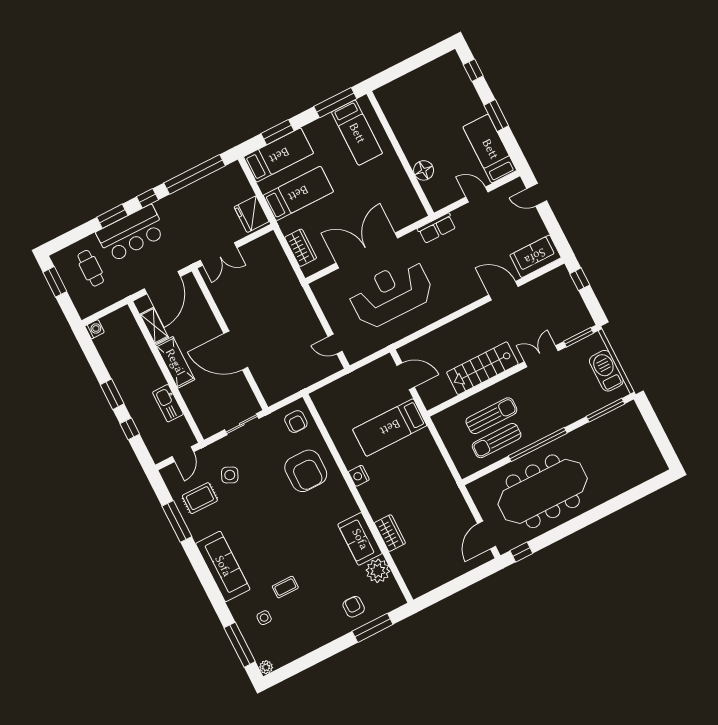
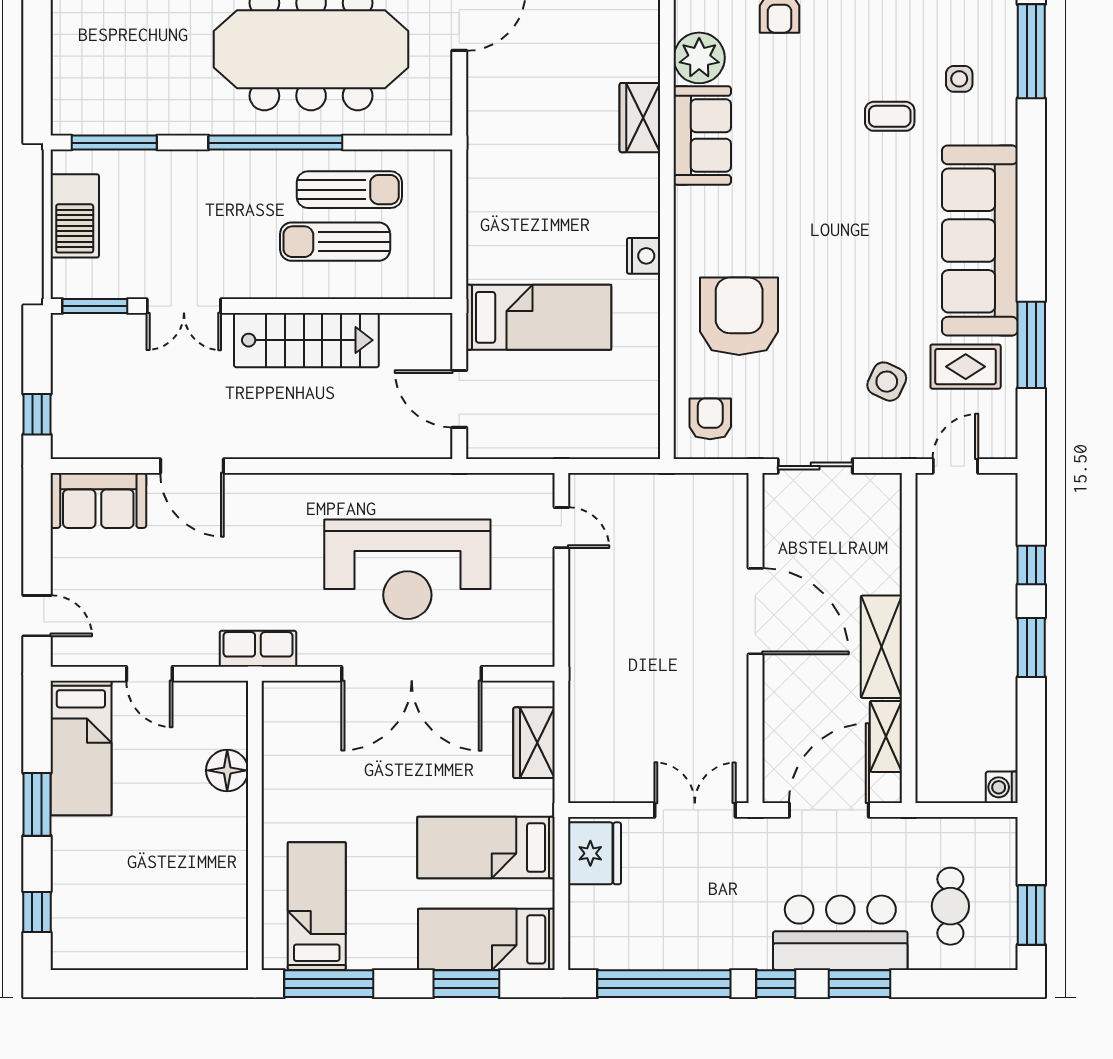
kitchen sink: (168, 403) -> (935, 577), removed
sofa: (223, 566) -> (980, 241), width x1.36, depth x1.27

